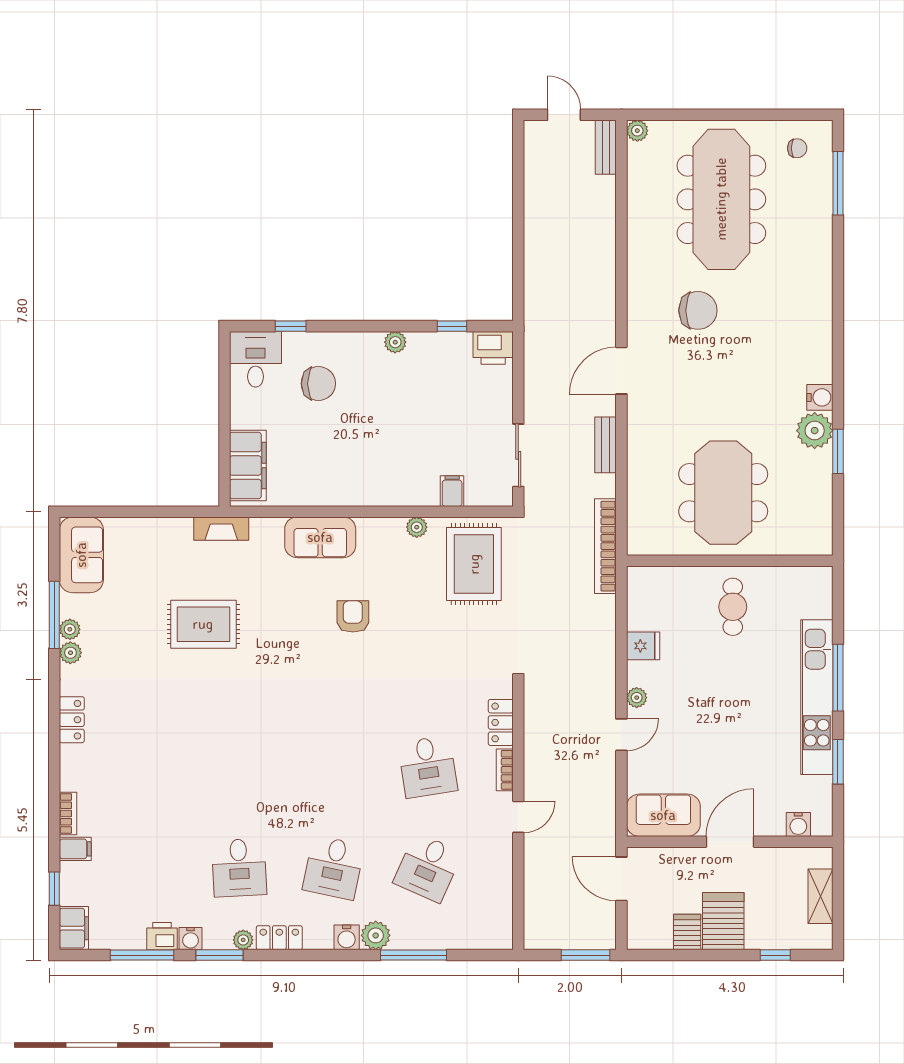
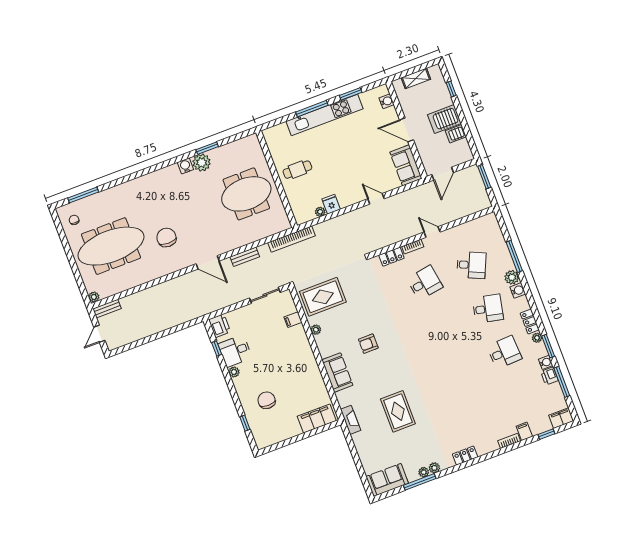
desk: (256, 359) -> (235, 351), moved
plant: (637, 698) -> (320, 212), moved

